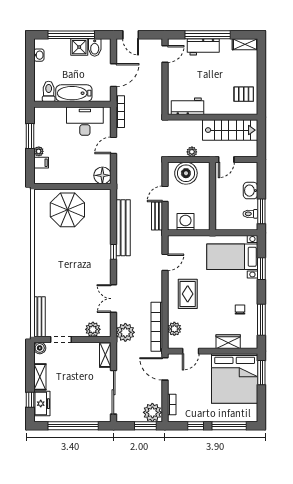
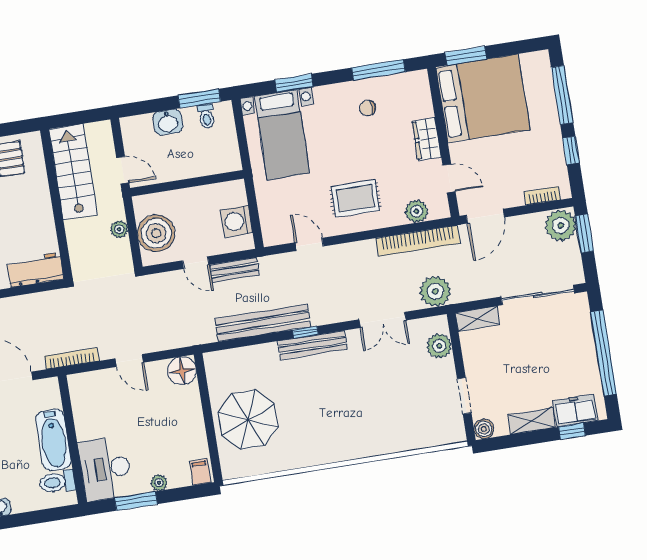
workbench: (188, 106) -> (35, 270), moved, turned 90
desk: (85, 121) -> (105, 469), moved
filing cabinet: (41, 163) -> (200, 472), moved
bench: (39, 317) -> (313, 345), moved
wardrobe: (228, 342) -> (427, 139), moved

